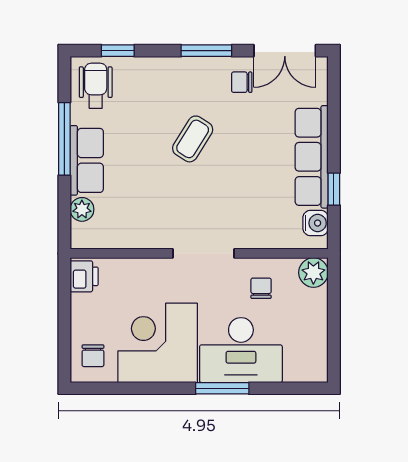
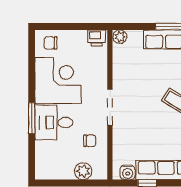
plant: (82, 209) -> (120, 37), moved
plant: (313, 273) -> (83, 171), moved
desk: (241, 350) -> (54, 123), width x0.73

